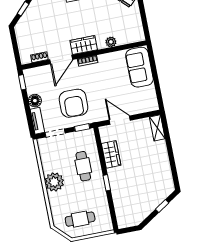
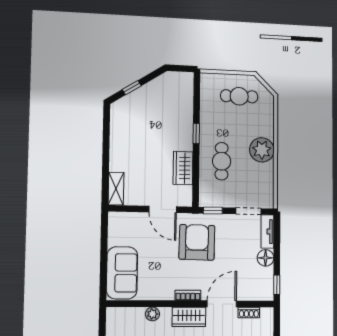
armchair: (74, 103) -> (197, 242), moved

